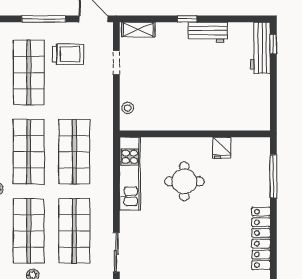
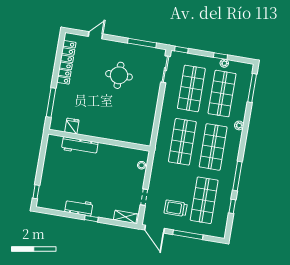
workbench: (260, 48) -> (80, 146), moved, turned 90
fridge: (222, 148) -> (72, 126), moved
kitchen unit: (130, 174) -> (147, 121), removed
round table: (184, 181) -> (119, 75), moved

